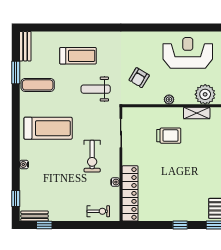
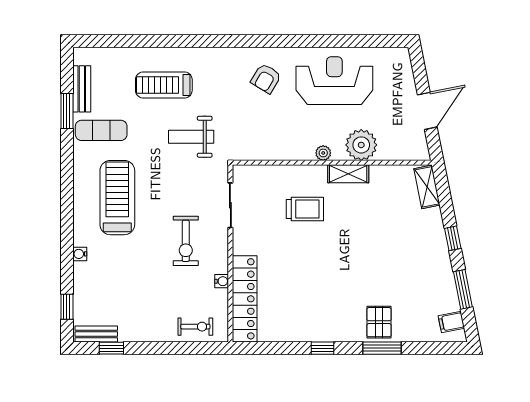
bench: (25, 46) -> (82, 89), moved
treadmill: (78, 56) -> (164, 85), turned 180
armchair: (139, 78) -> (266, 78), moved
plant: (169, 100) -> (323, 153), moved
treadmill: (48, 128) -> (117, 198), turned -90

